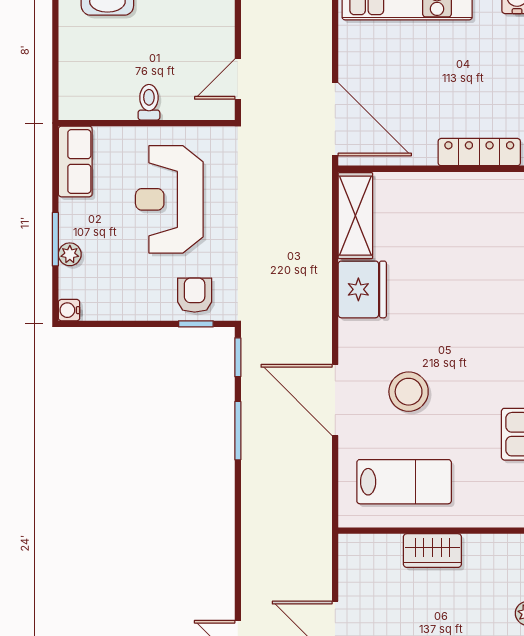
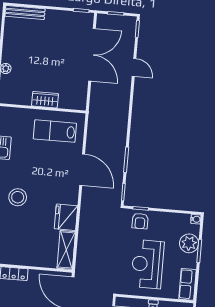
reception desk: (169, 199) -> (148, 264), turned 180
plant: (70, 254) -> (189, 243), width x1.88, depth x1.88
stool: (409, 392) -> (18, 197), moved

